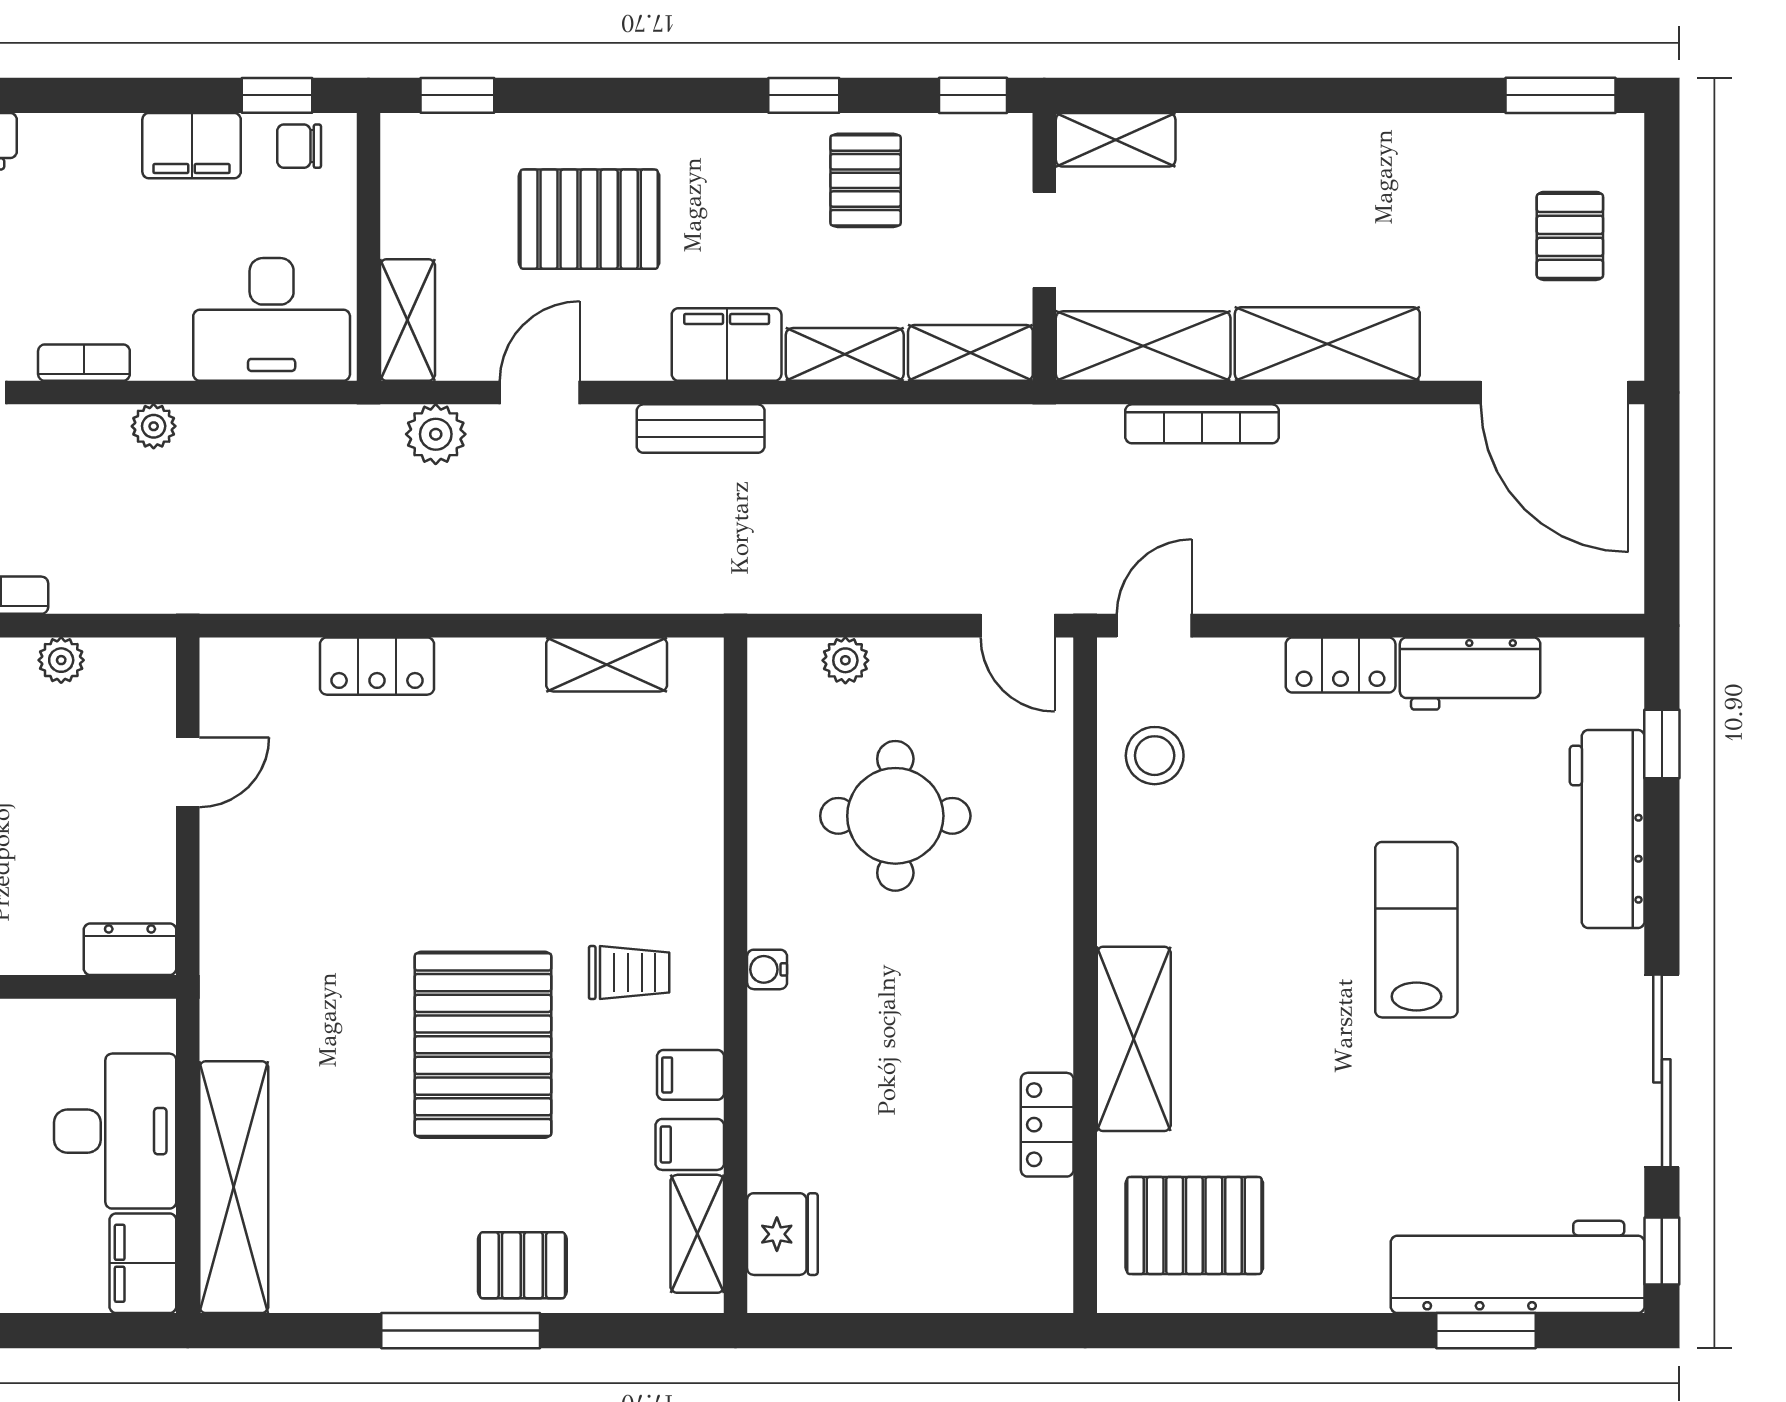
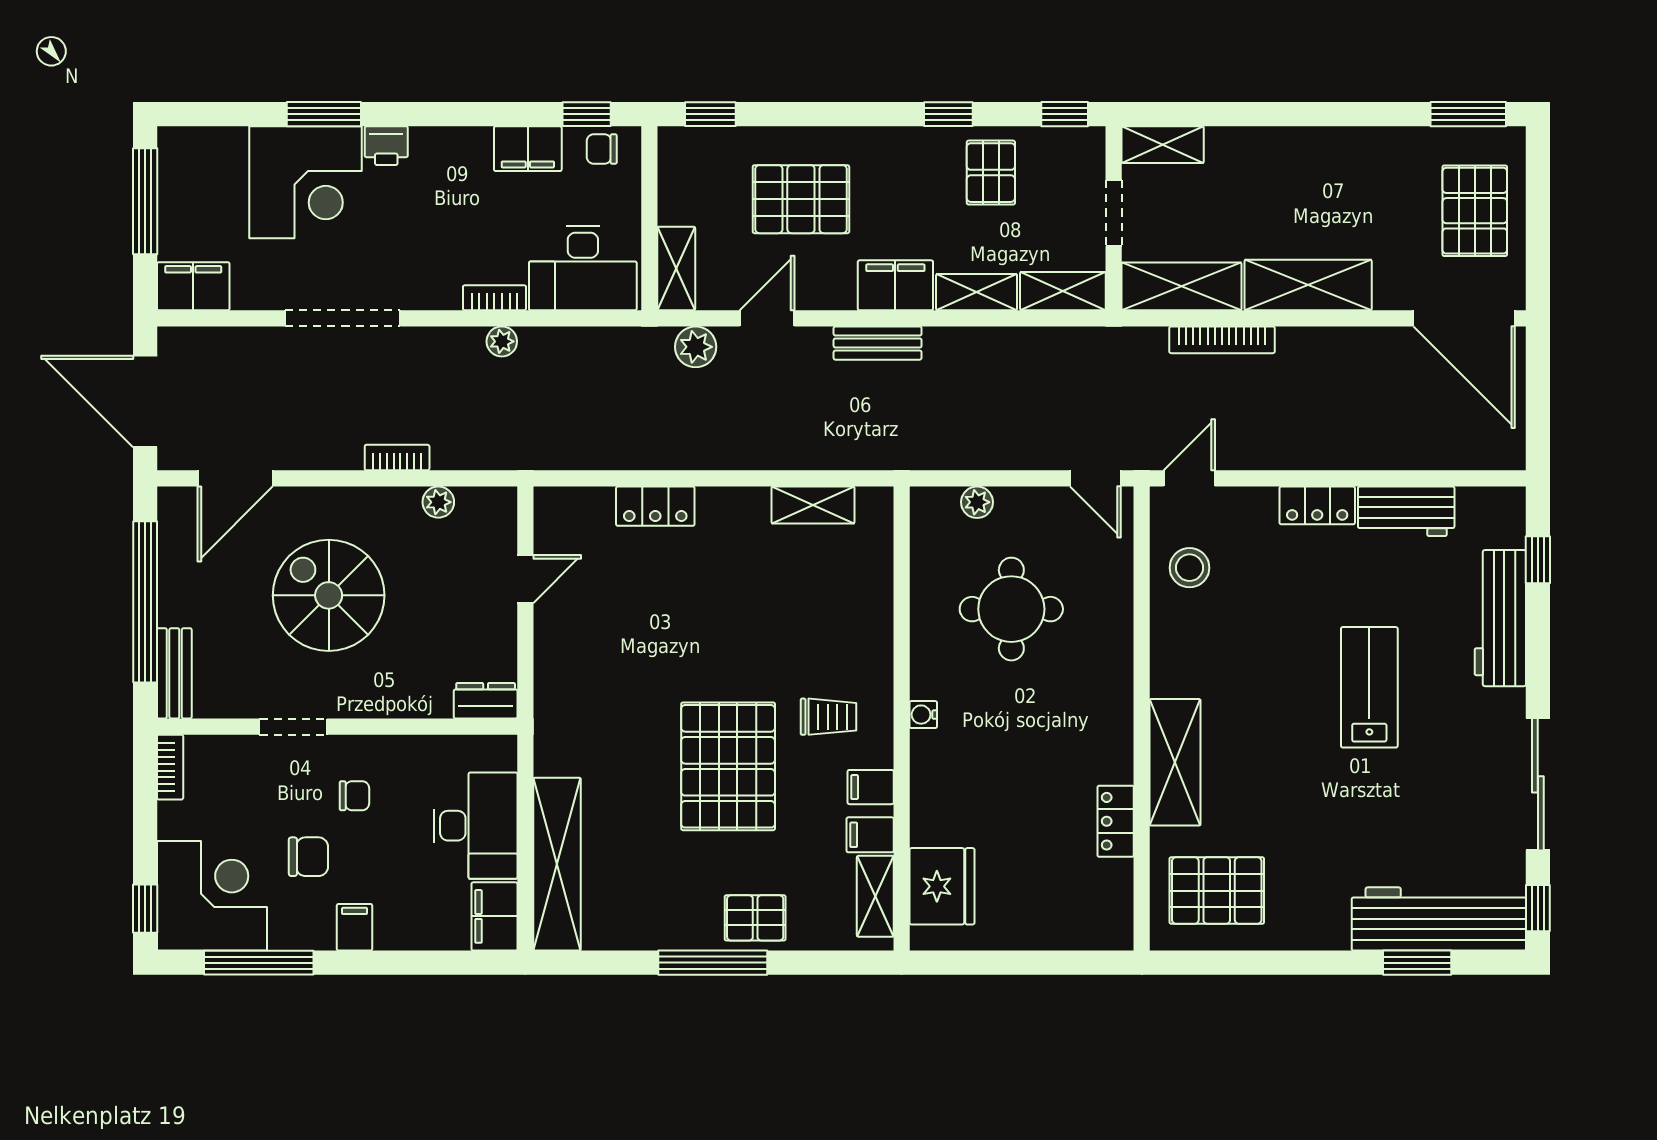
pallet: (1570, 236) -> (1475, 211), width x1.50, depth x1.42
bookcase: (84, 363) -> (494, 298), moved
fridge: (782, 1234) -> (942, 886), width x1.36, depth x1.34

